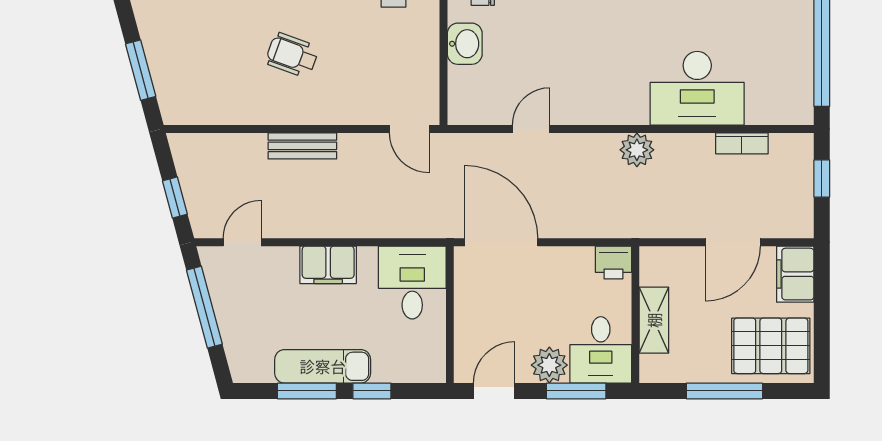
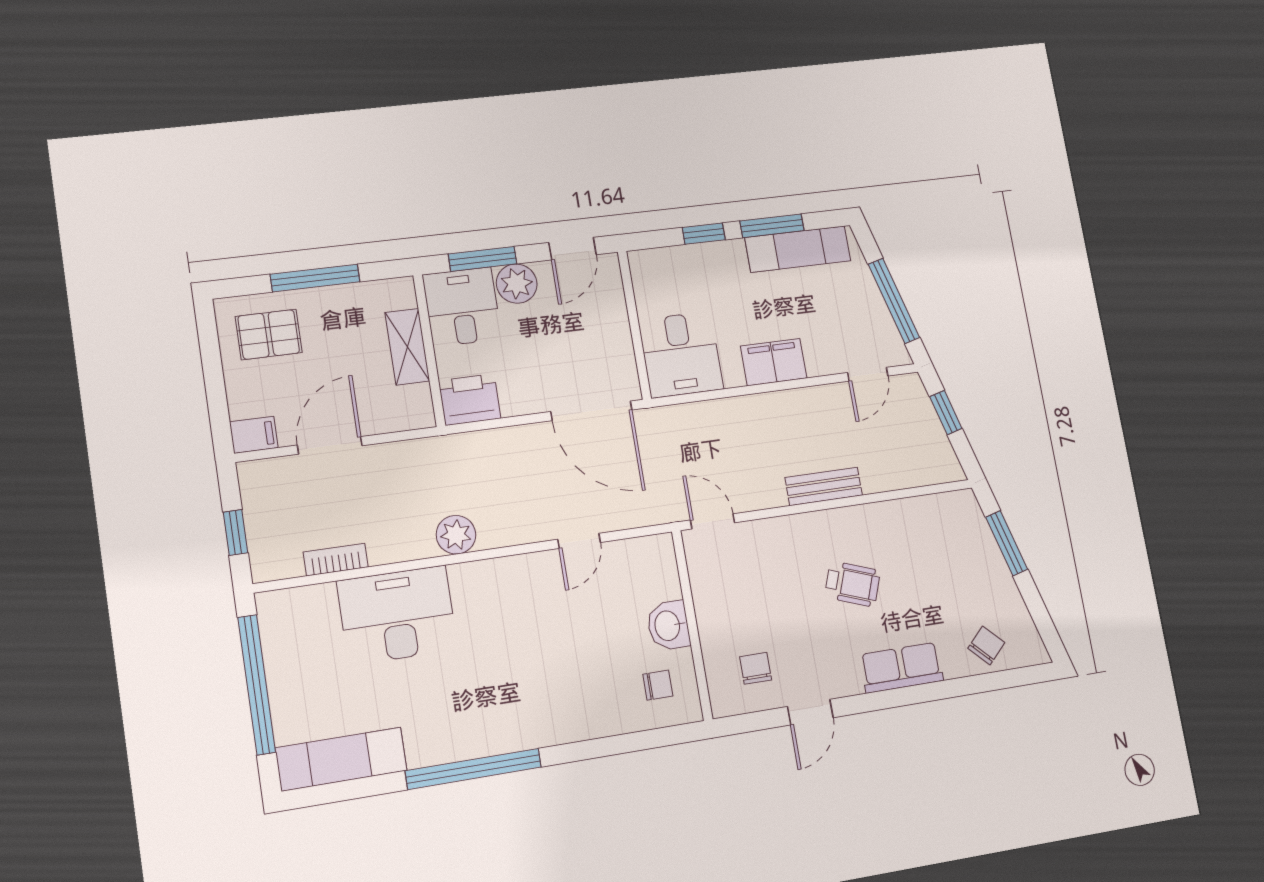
printer: (613, 262) -> (470, 400), width x1.36, depth x1.24
filing cabinet: (795, 274) -> (254, 435), width x0.50
pallet: (771, 346) -> (269, 335), width x0.67, depth x0.71
exam couch: (323, 366) -> (798, 249), moved

